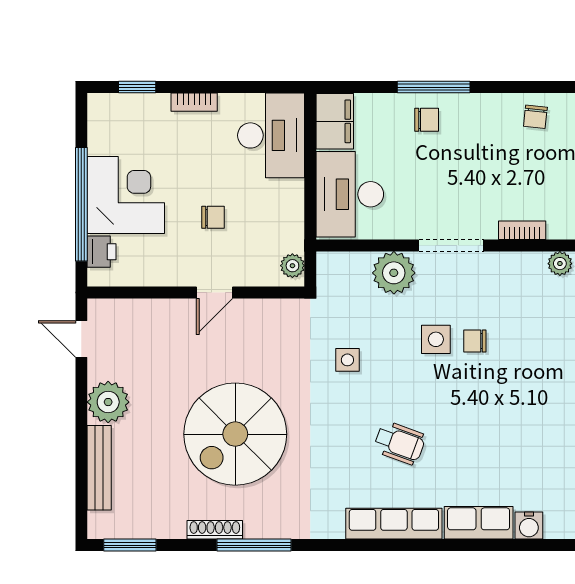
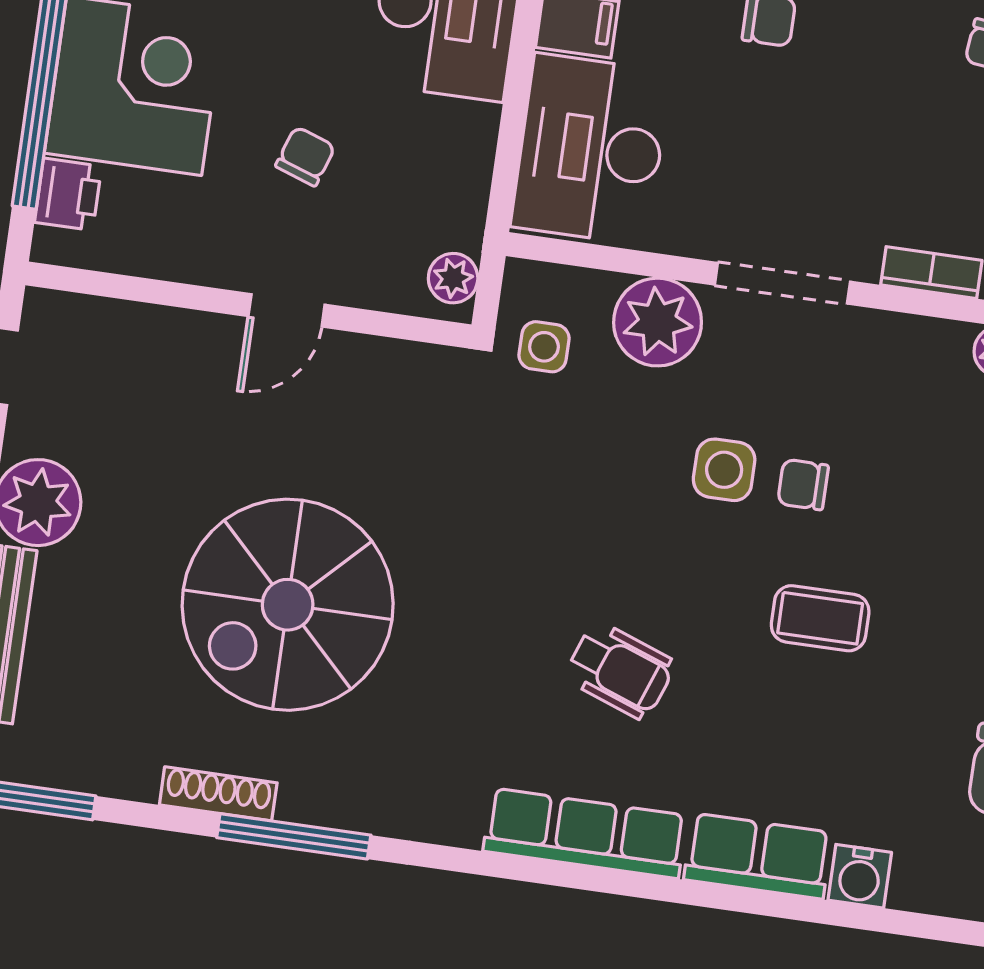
chair: (213, 217) -> (305, 156), turned -71
side table: (347, 360) -> (544, 347), moved
coffee table: (492, 404) -> (820, 618), added

